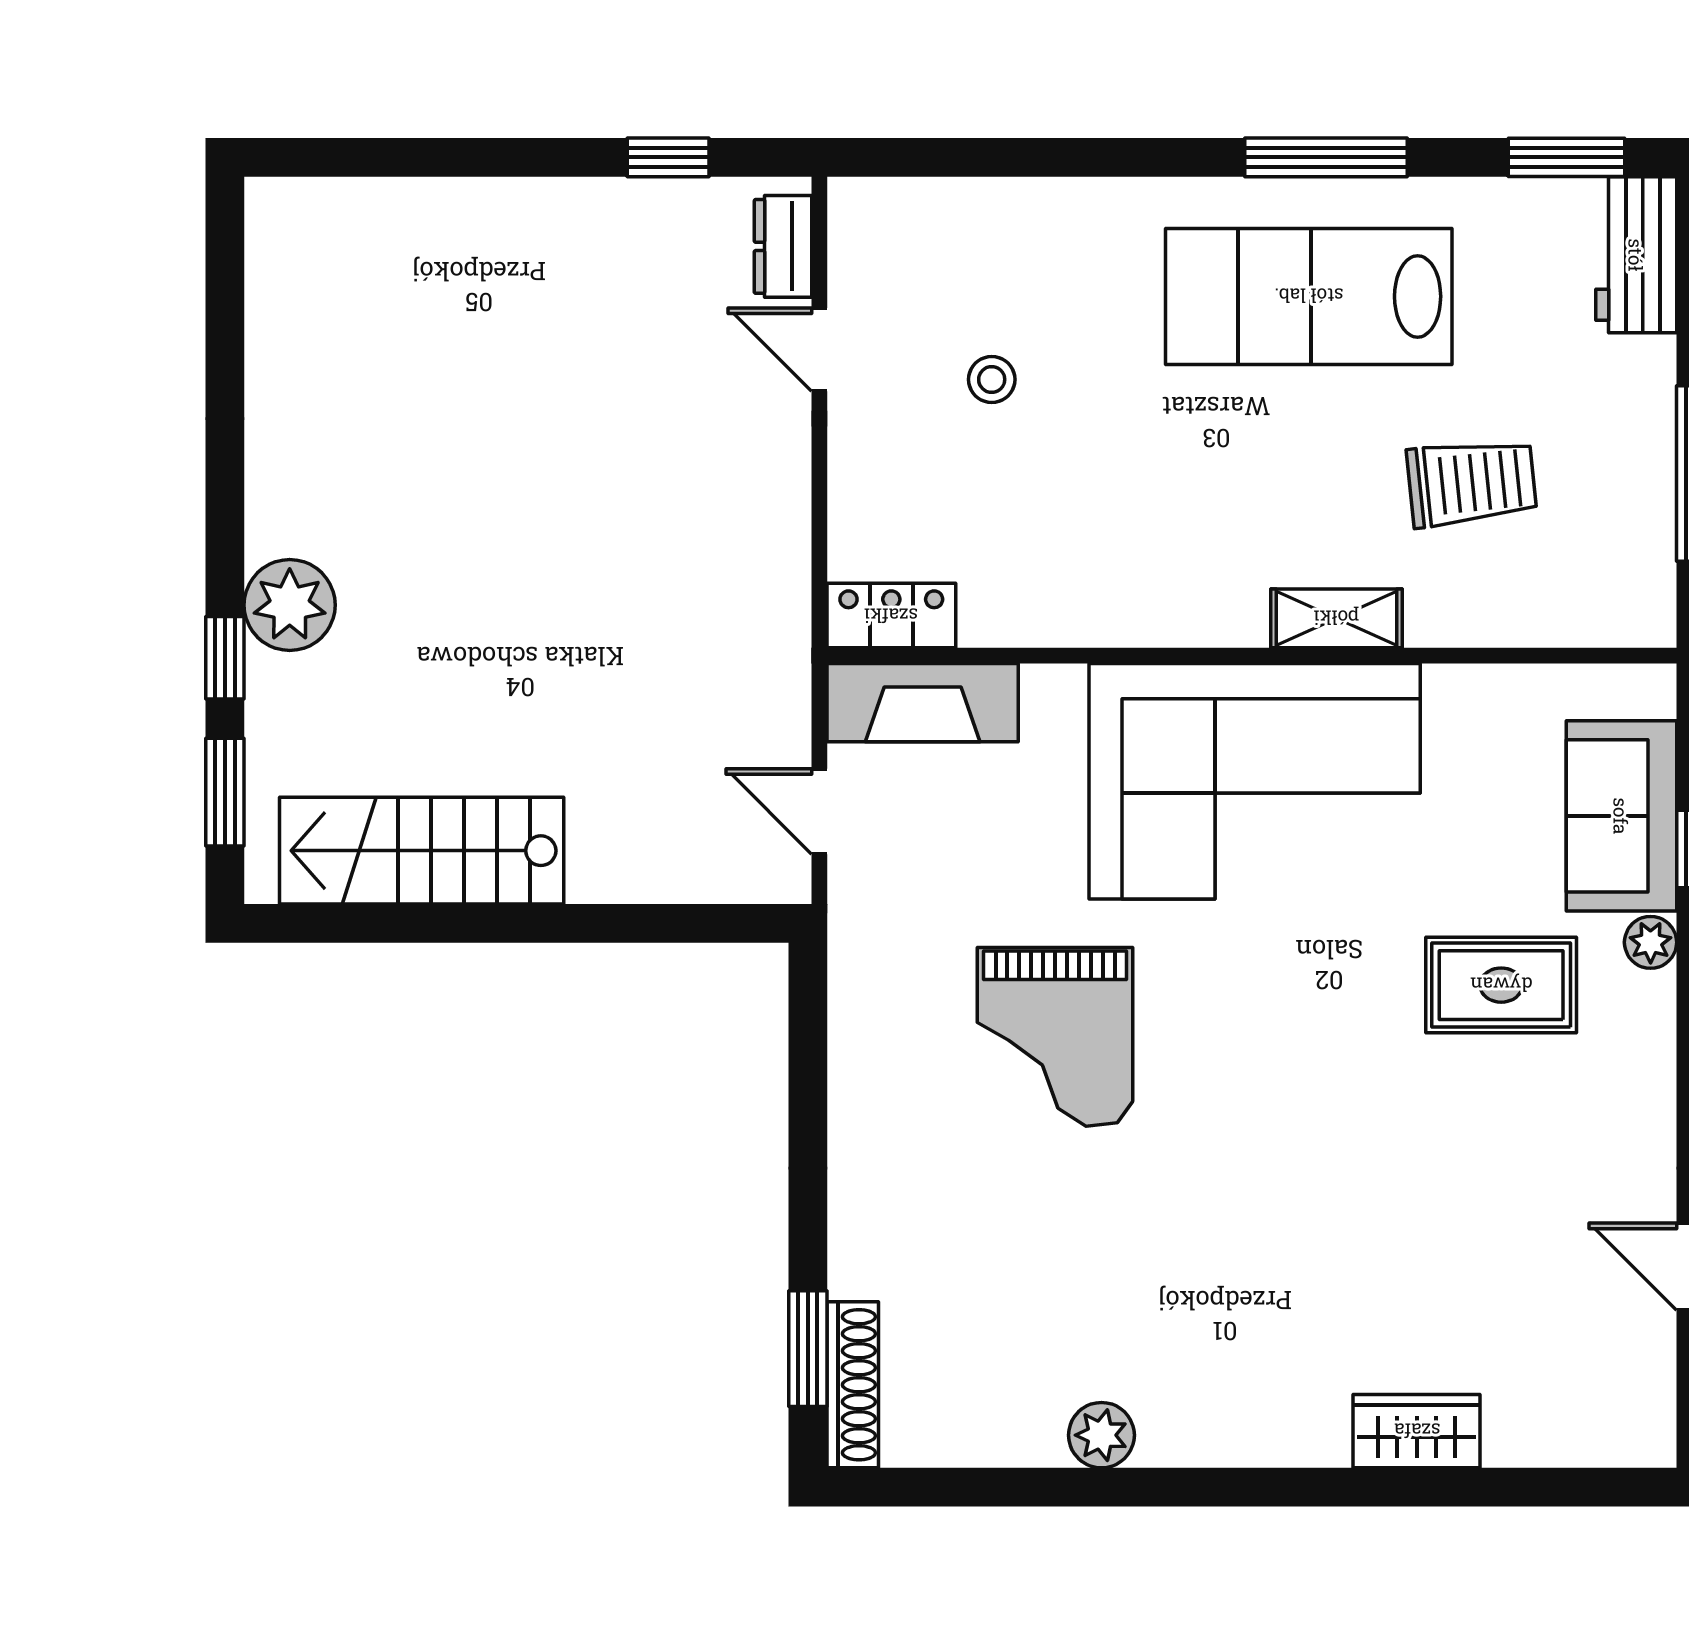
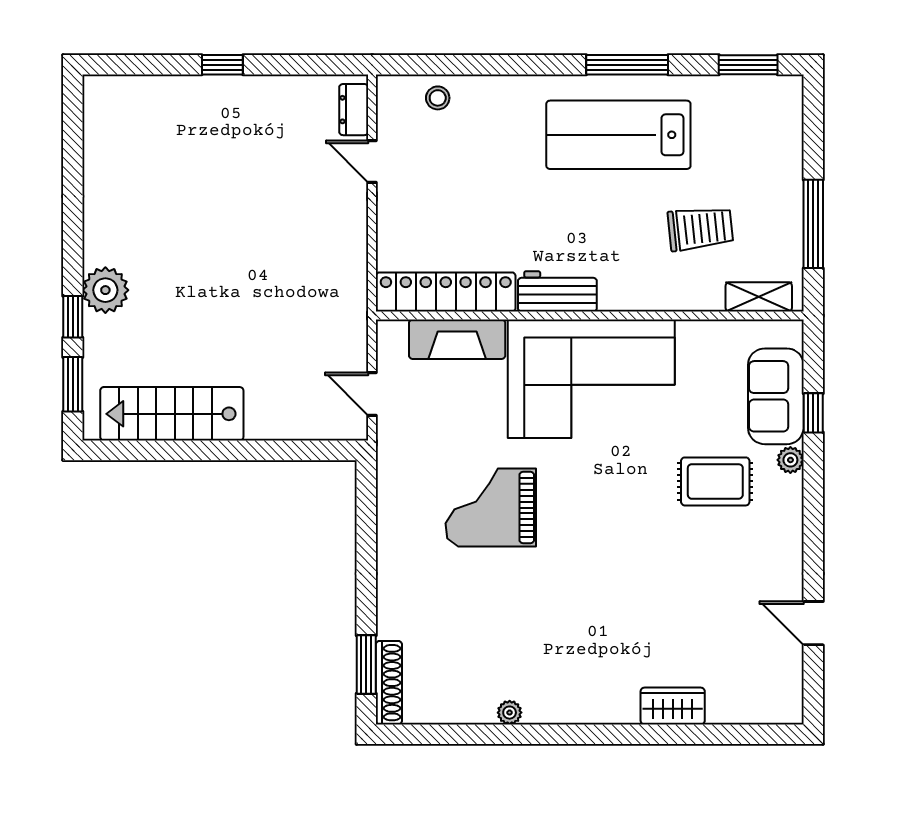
window: (668, 157) -> (222, 65), moved
workbench: (1636, 255) -> (557, 291), moved, turned 90
stool: (992, 379) -> (438, 98), moved
locker: (891, 616) -> (446, 292), width x2.16, depth x1.21
shelving: (1336, 618) -> (759, 297), moved
fireplace: (923, 703) -> (457, 339), moved
grand piano: (1055, 1037) -> (491, 508), turned 90
plant: (1101, 1435) -> (510, 713), width x0.73, depth x0.73

